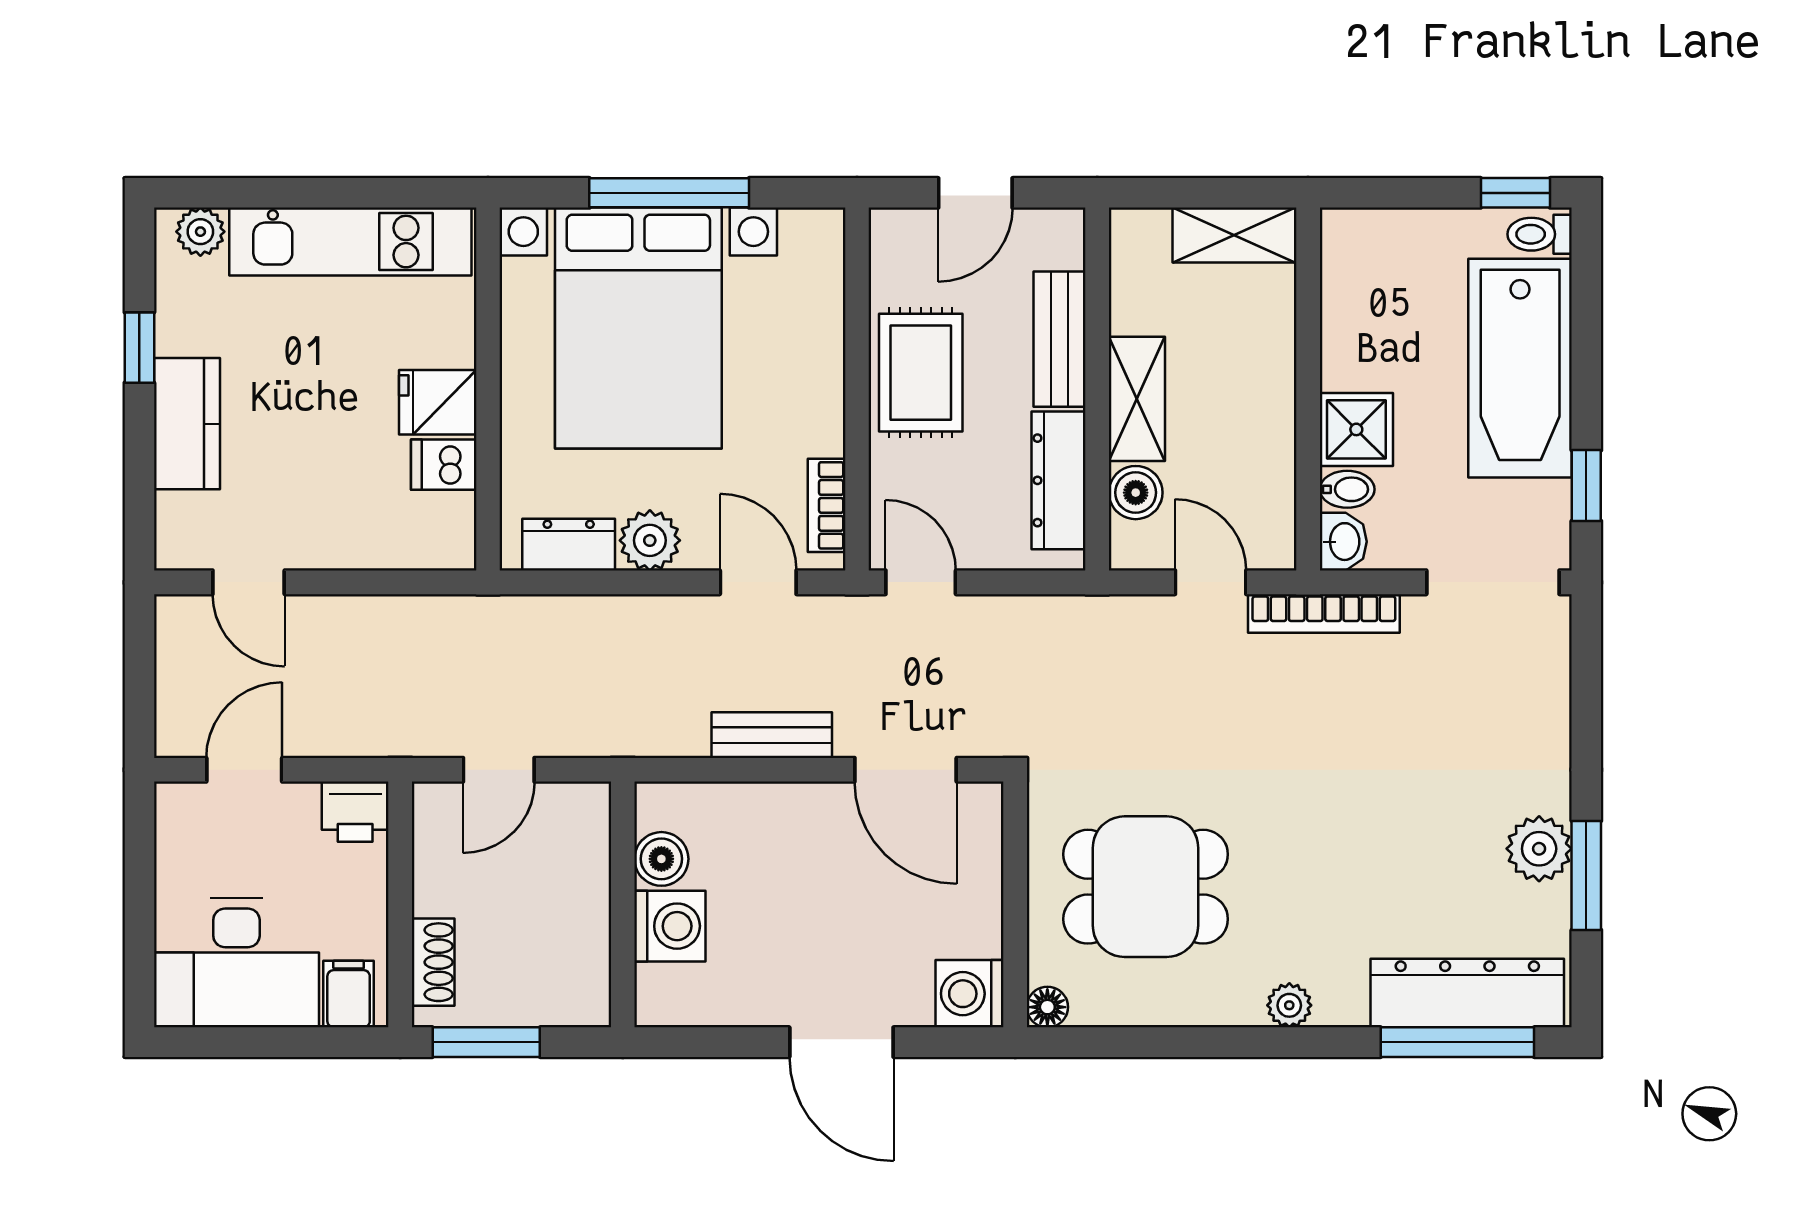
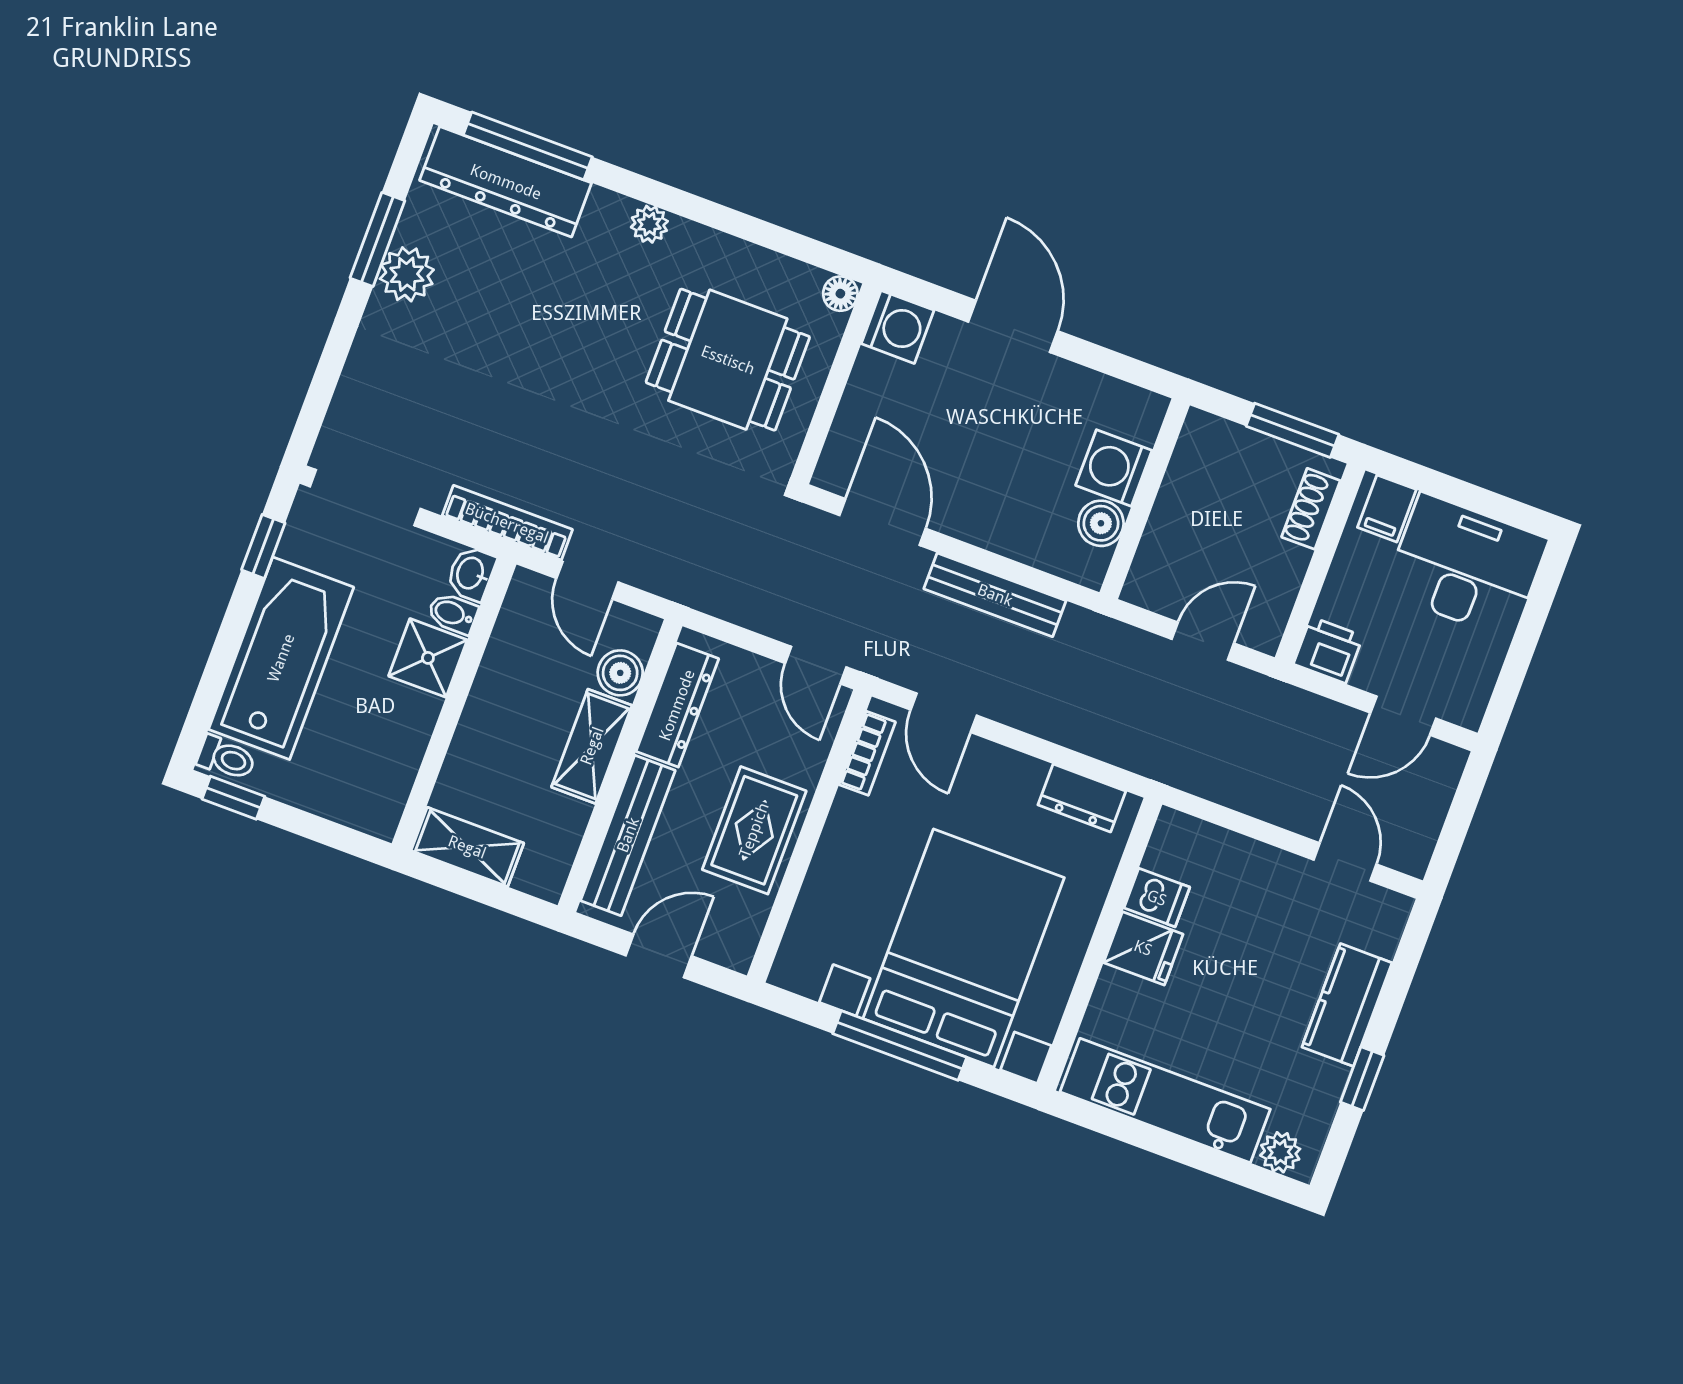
bench: (1060, 339) -> (628, 835), width x1.36
plant: (650, 540) -> (1017, 777), removed
bench: (772, 735) -> (995, 595), width x1.36

